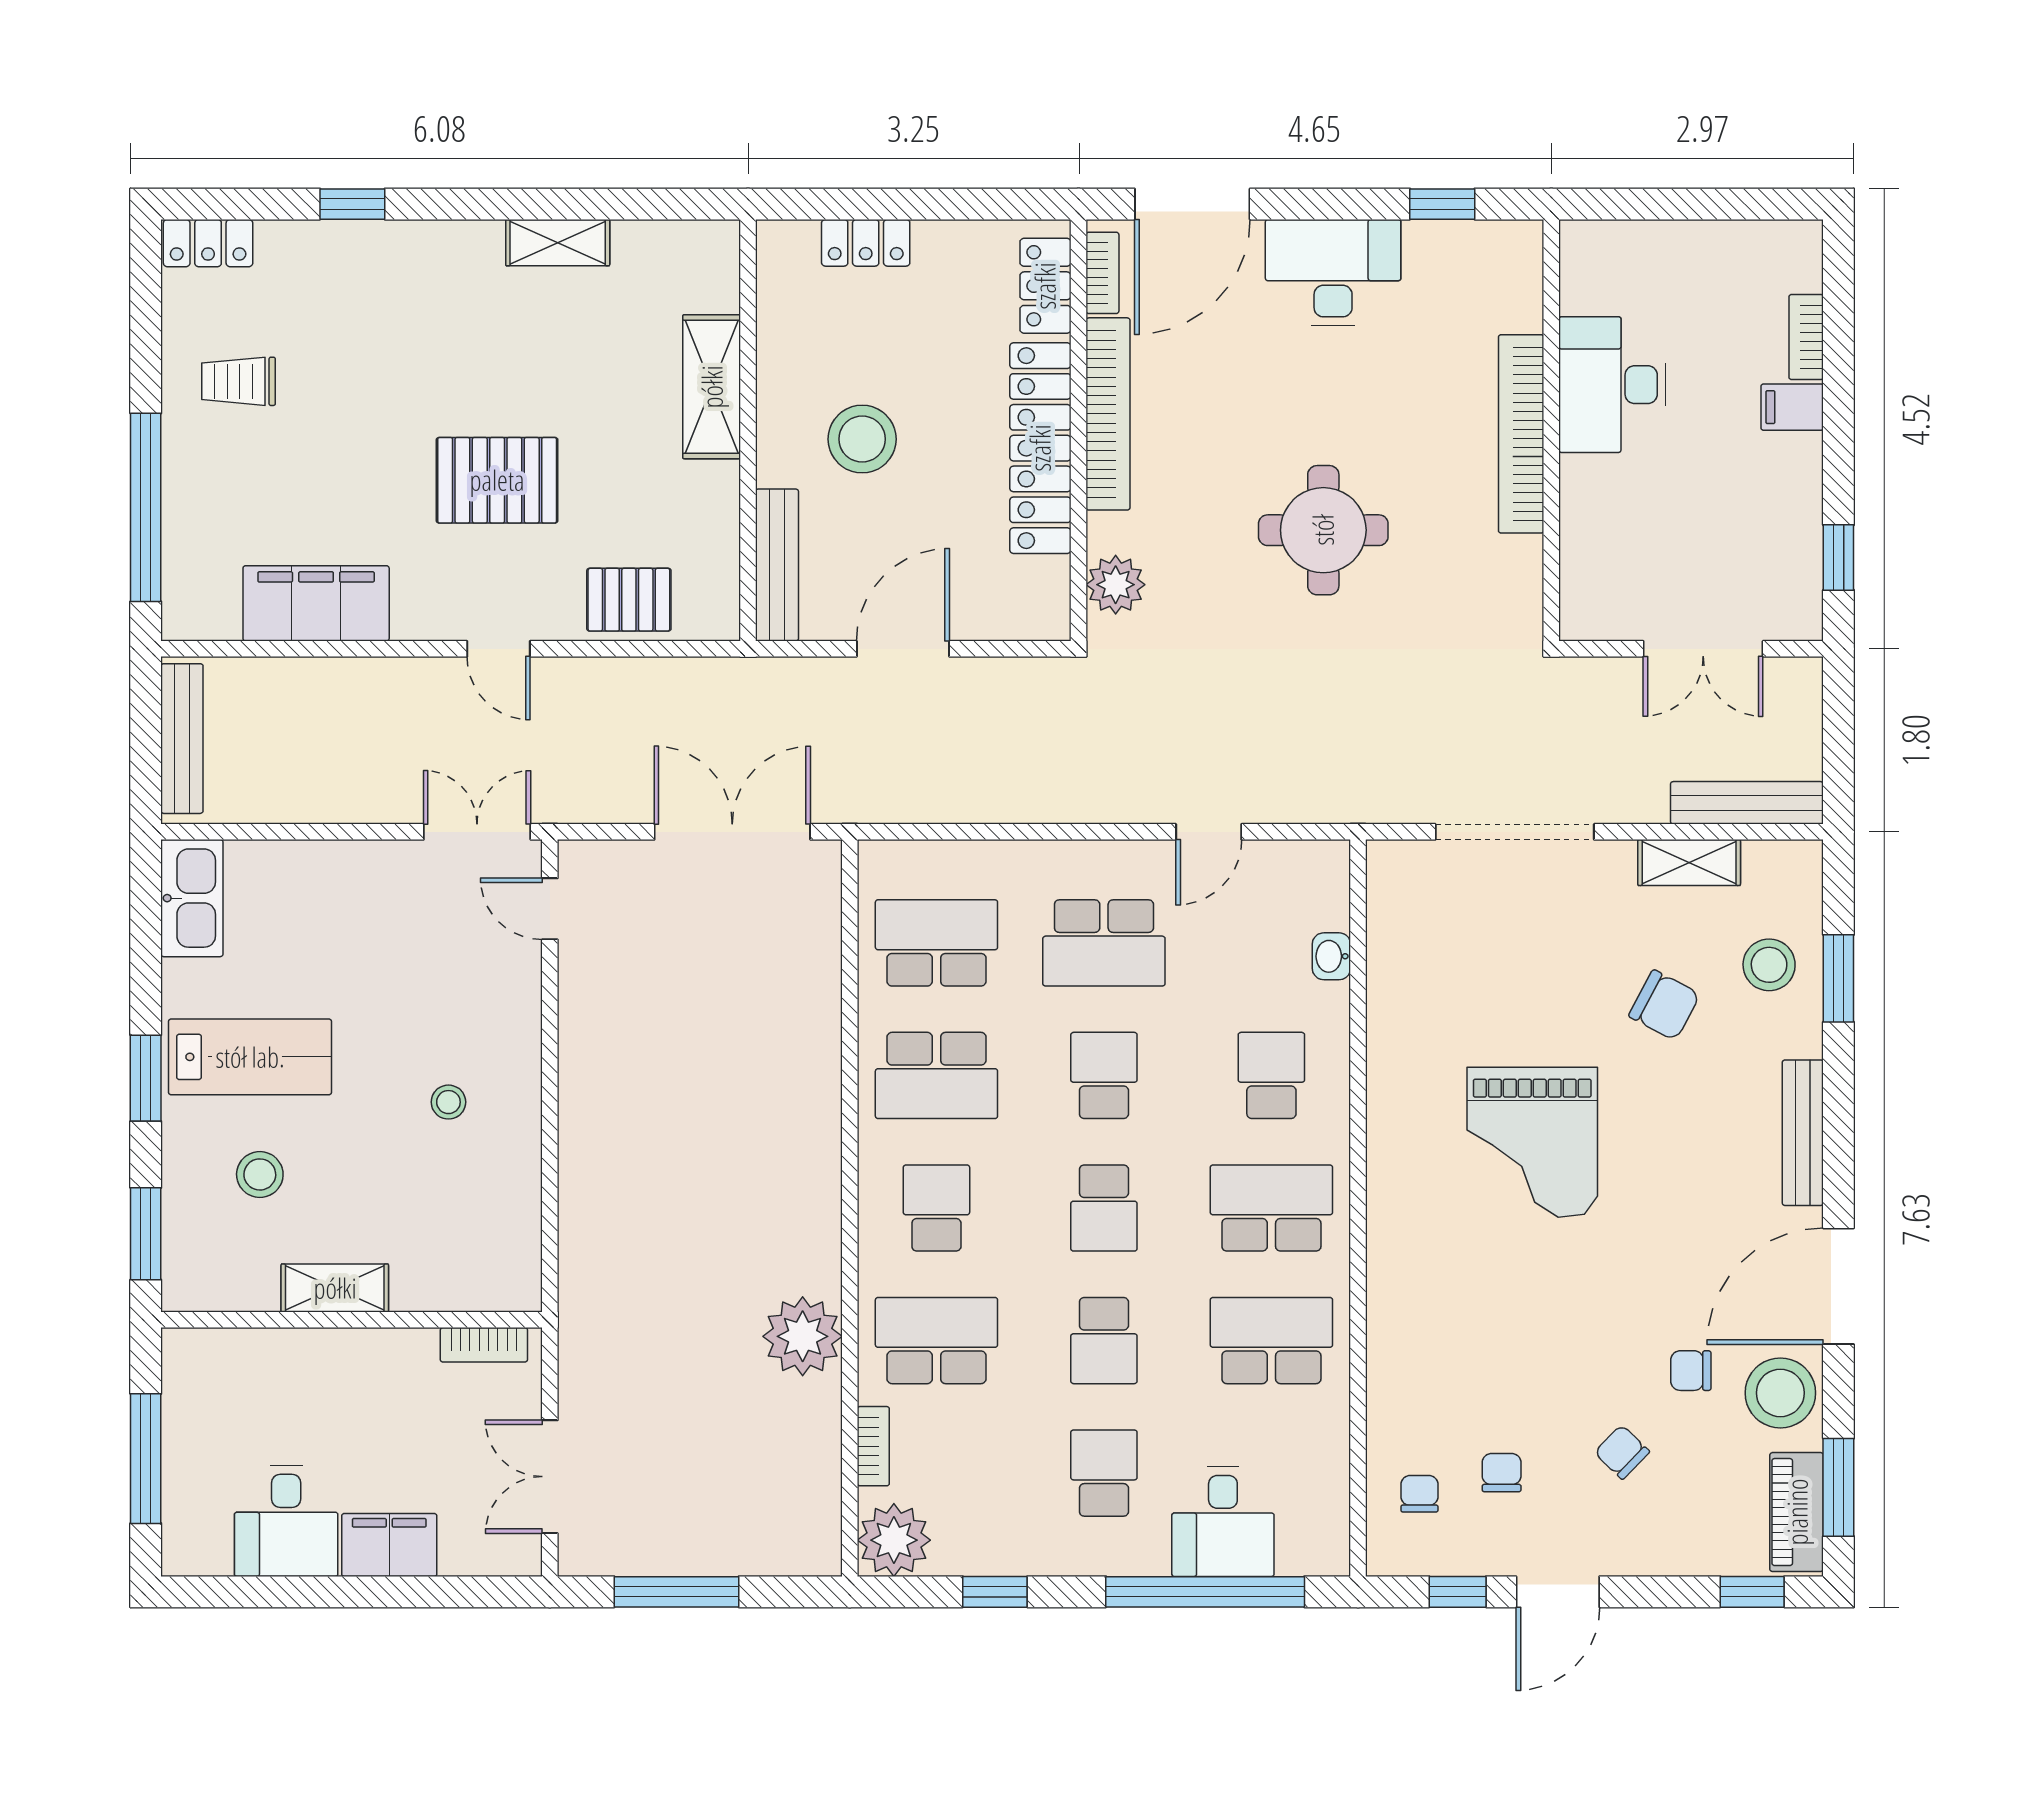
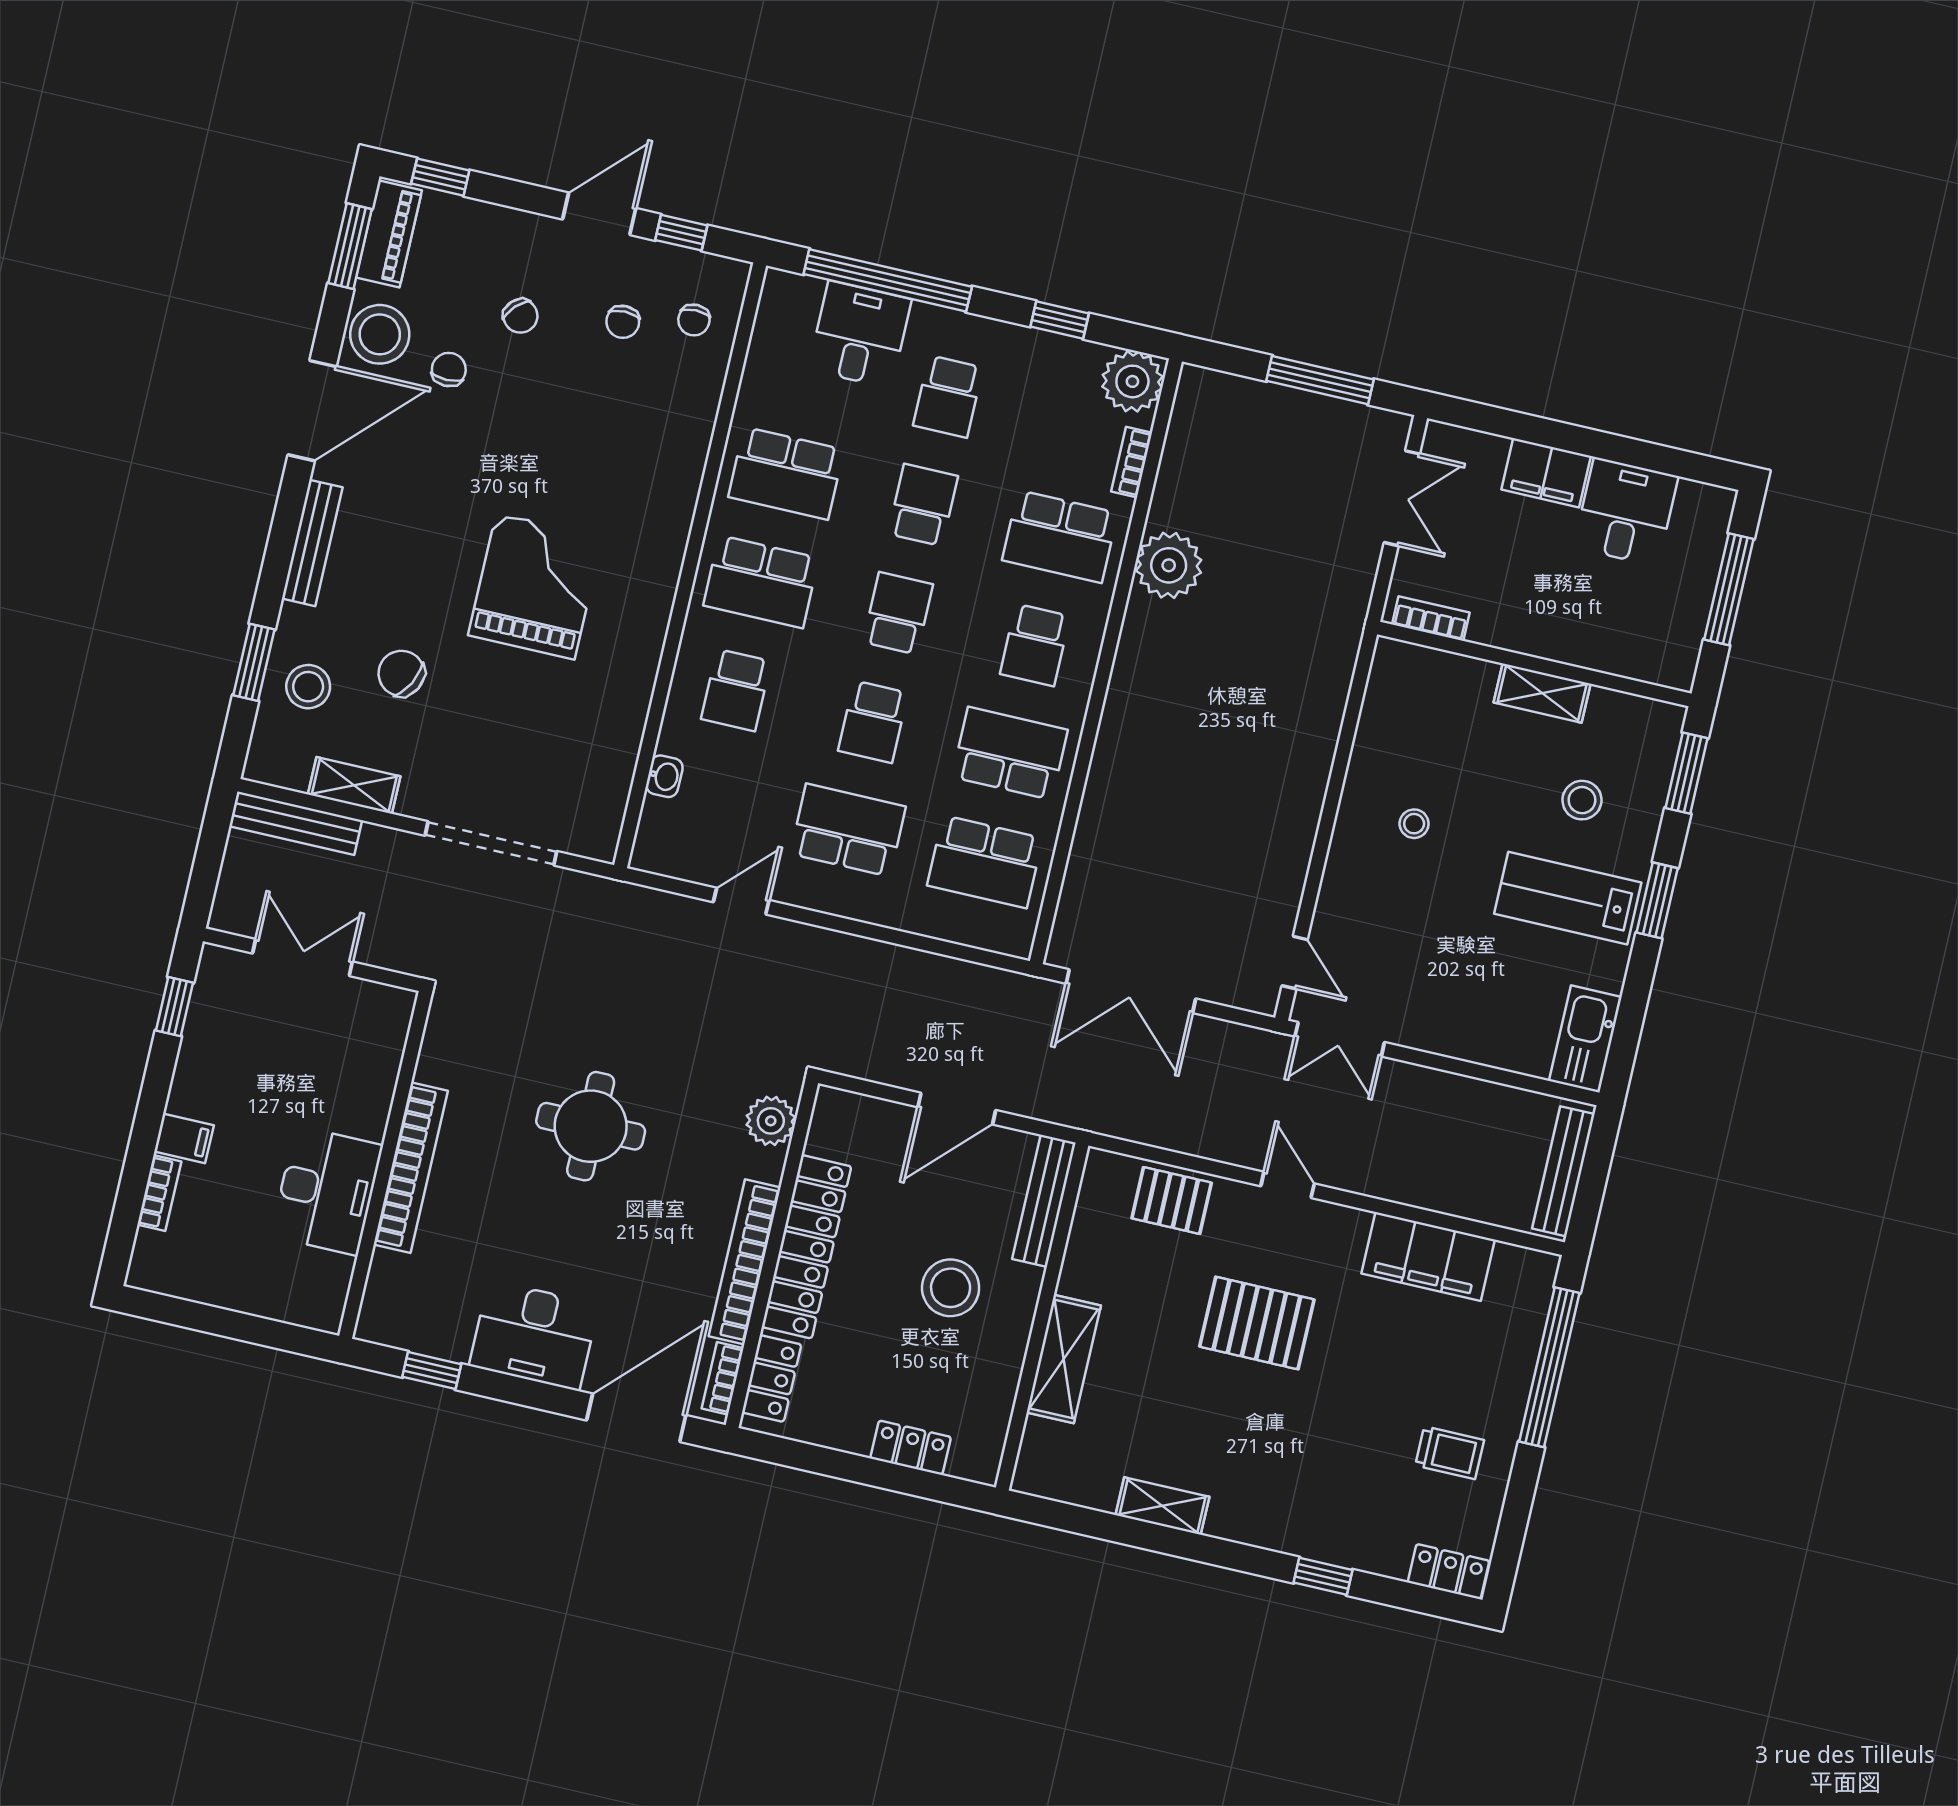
chair: (1691, 1371) -> (449, 370), turned -90

